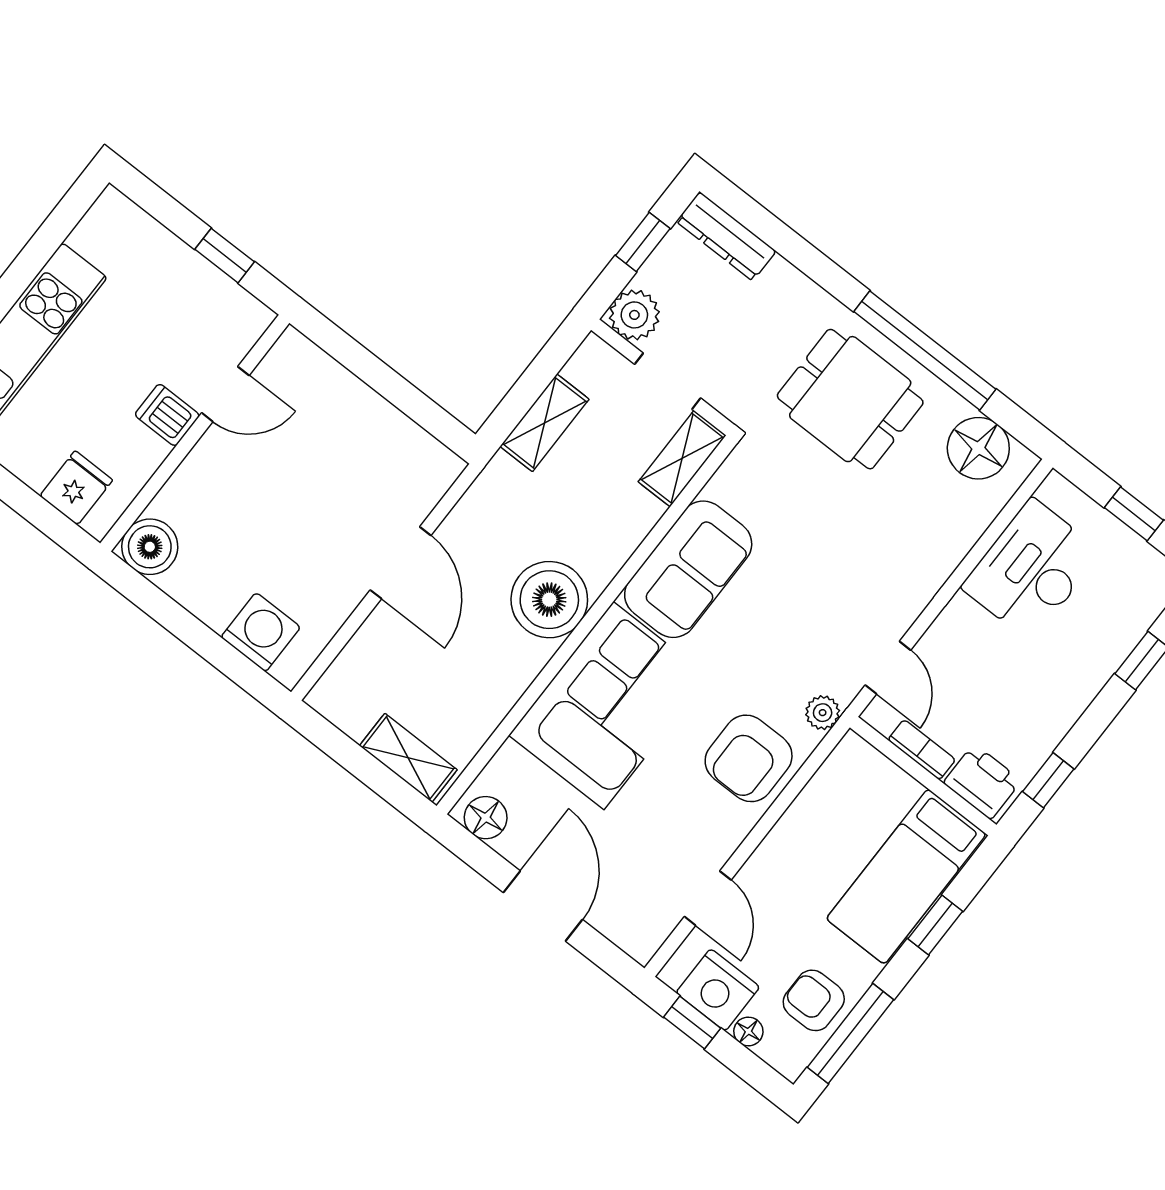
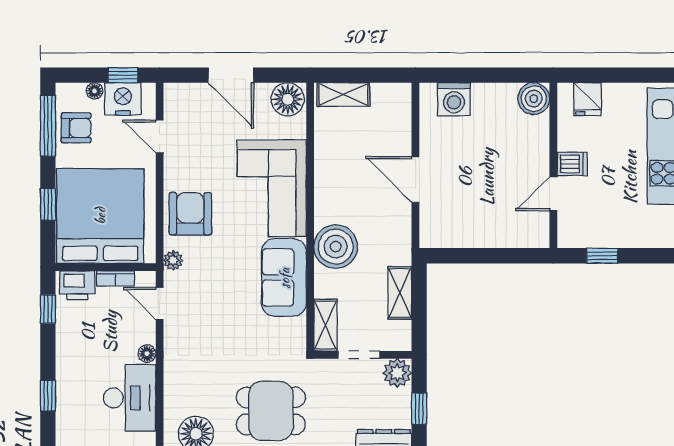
boiler: (549, 600) -> (336, 247), moved
floor lamp: (960, 612) -> (147, 354), added
floor lamp: (486, 818) -> (288, 99), width x1.38, depth x1.38
bed: (906, 876) -> (100, 216), width x2.04

